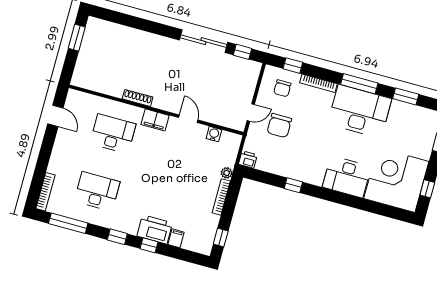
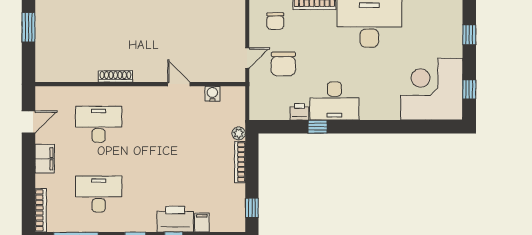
door: (55, 116) -> (28, 122), hinge flipped
filing cabinet: (155, 120) -> (45, 159), moved, turned -90
printer: (248, 160) -> (299, 112), moved
desk: (347, 177) -> (334, 101), moved

